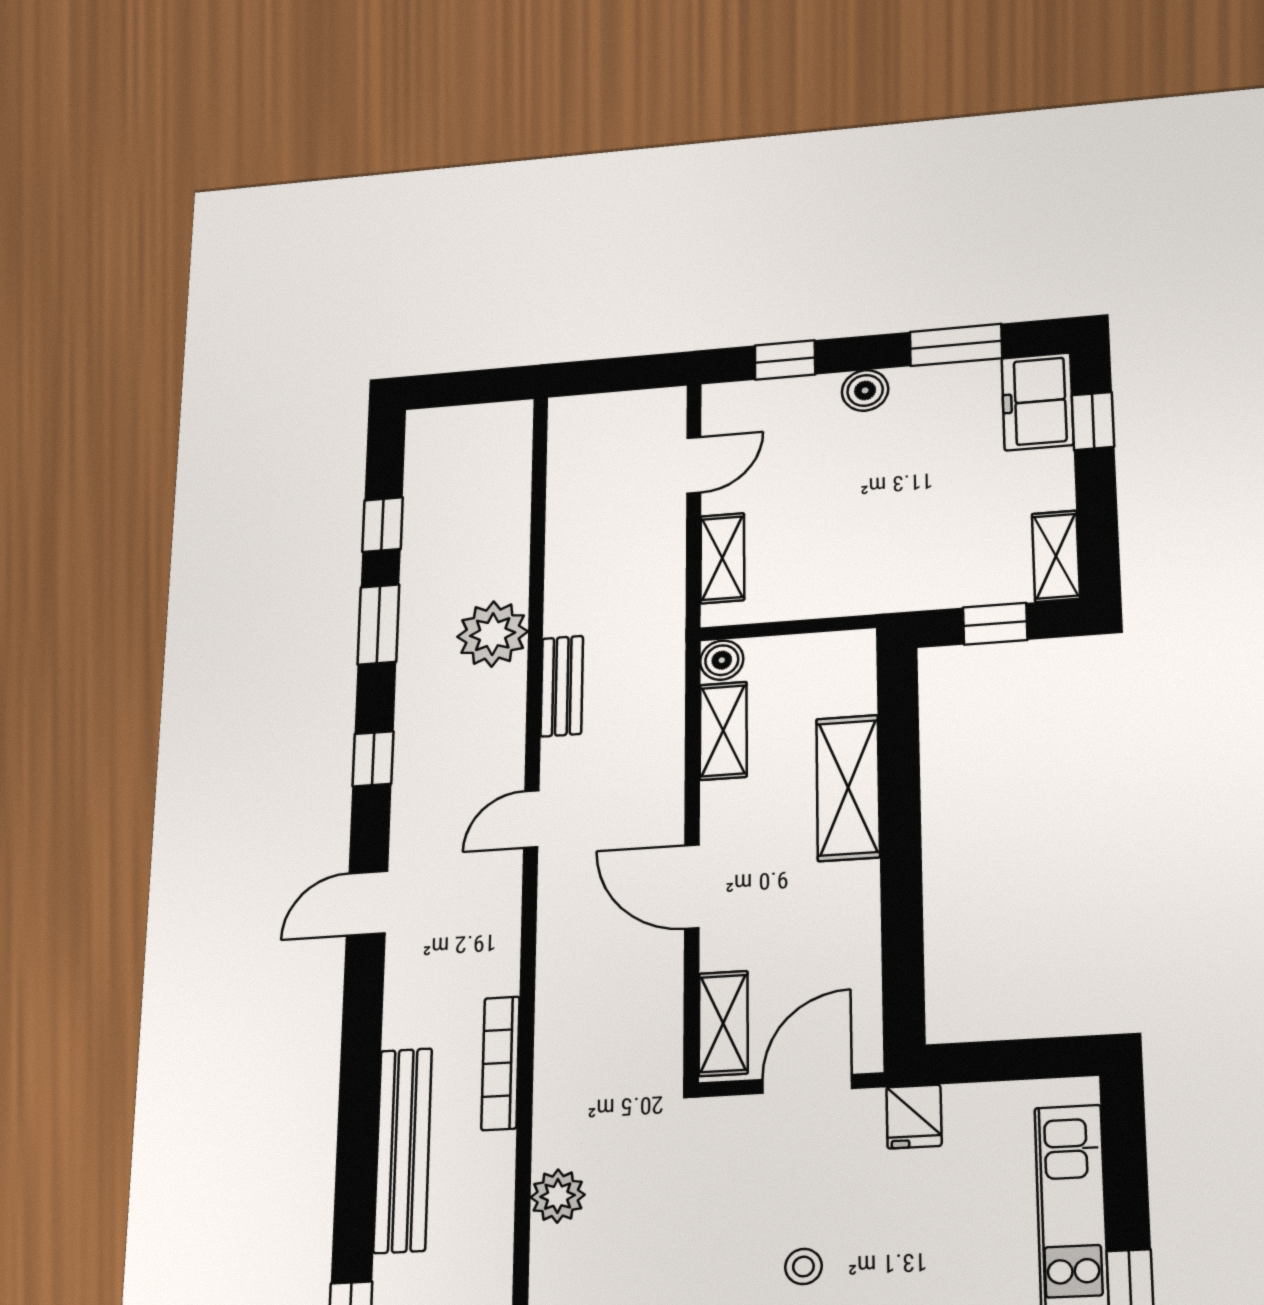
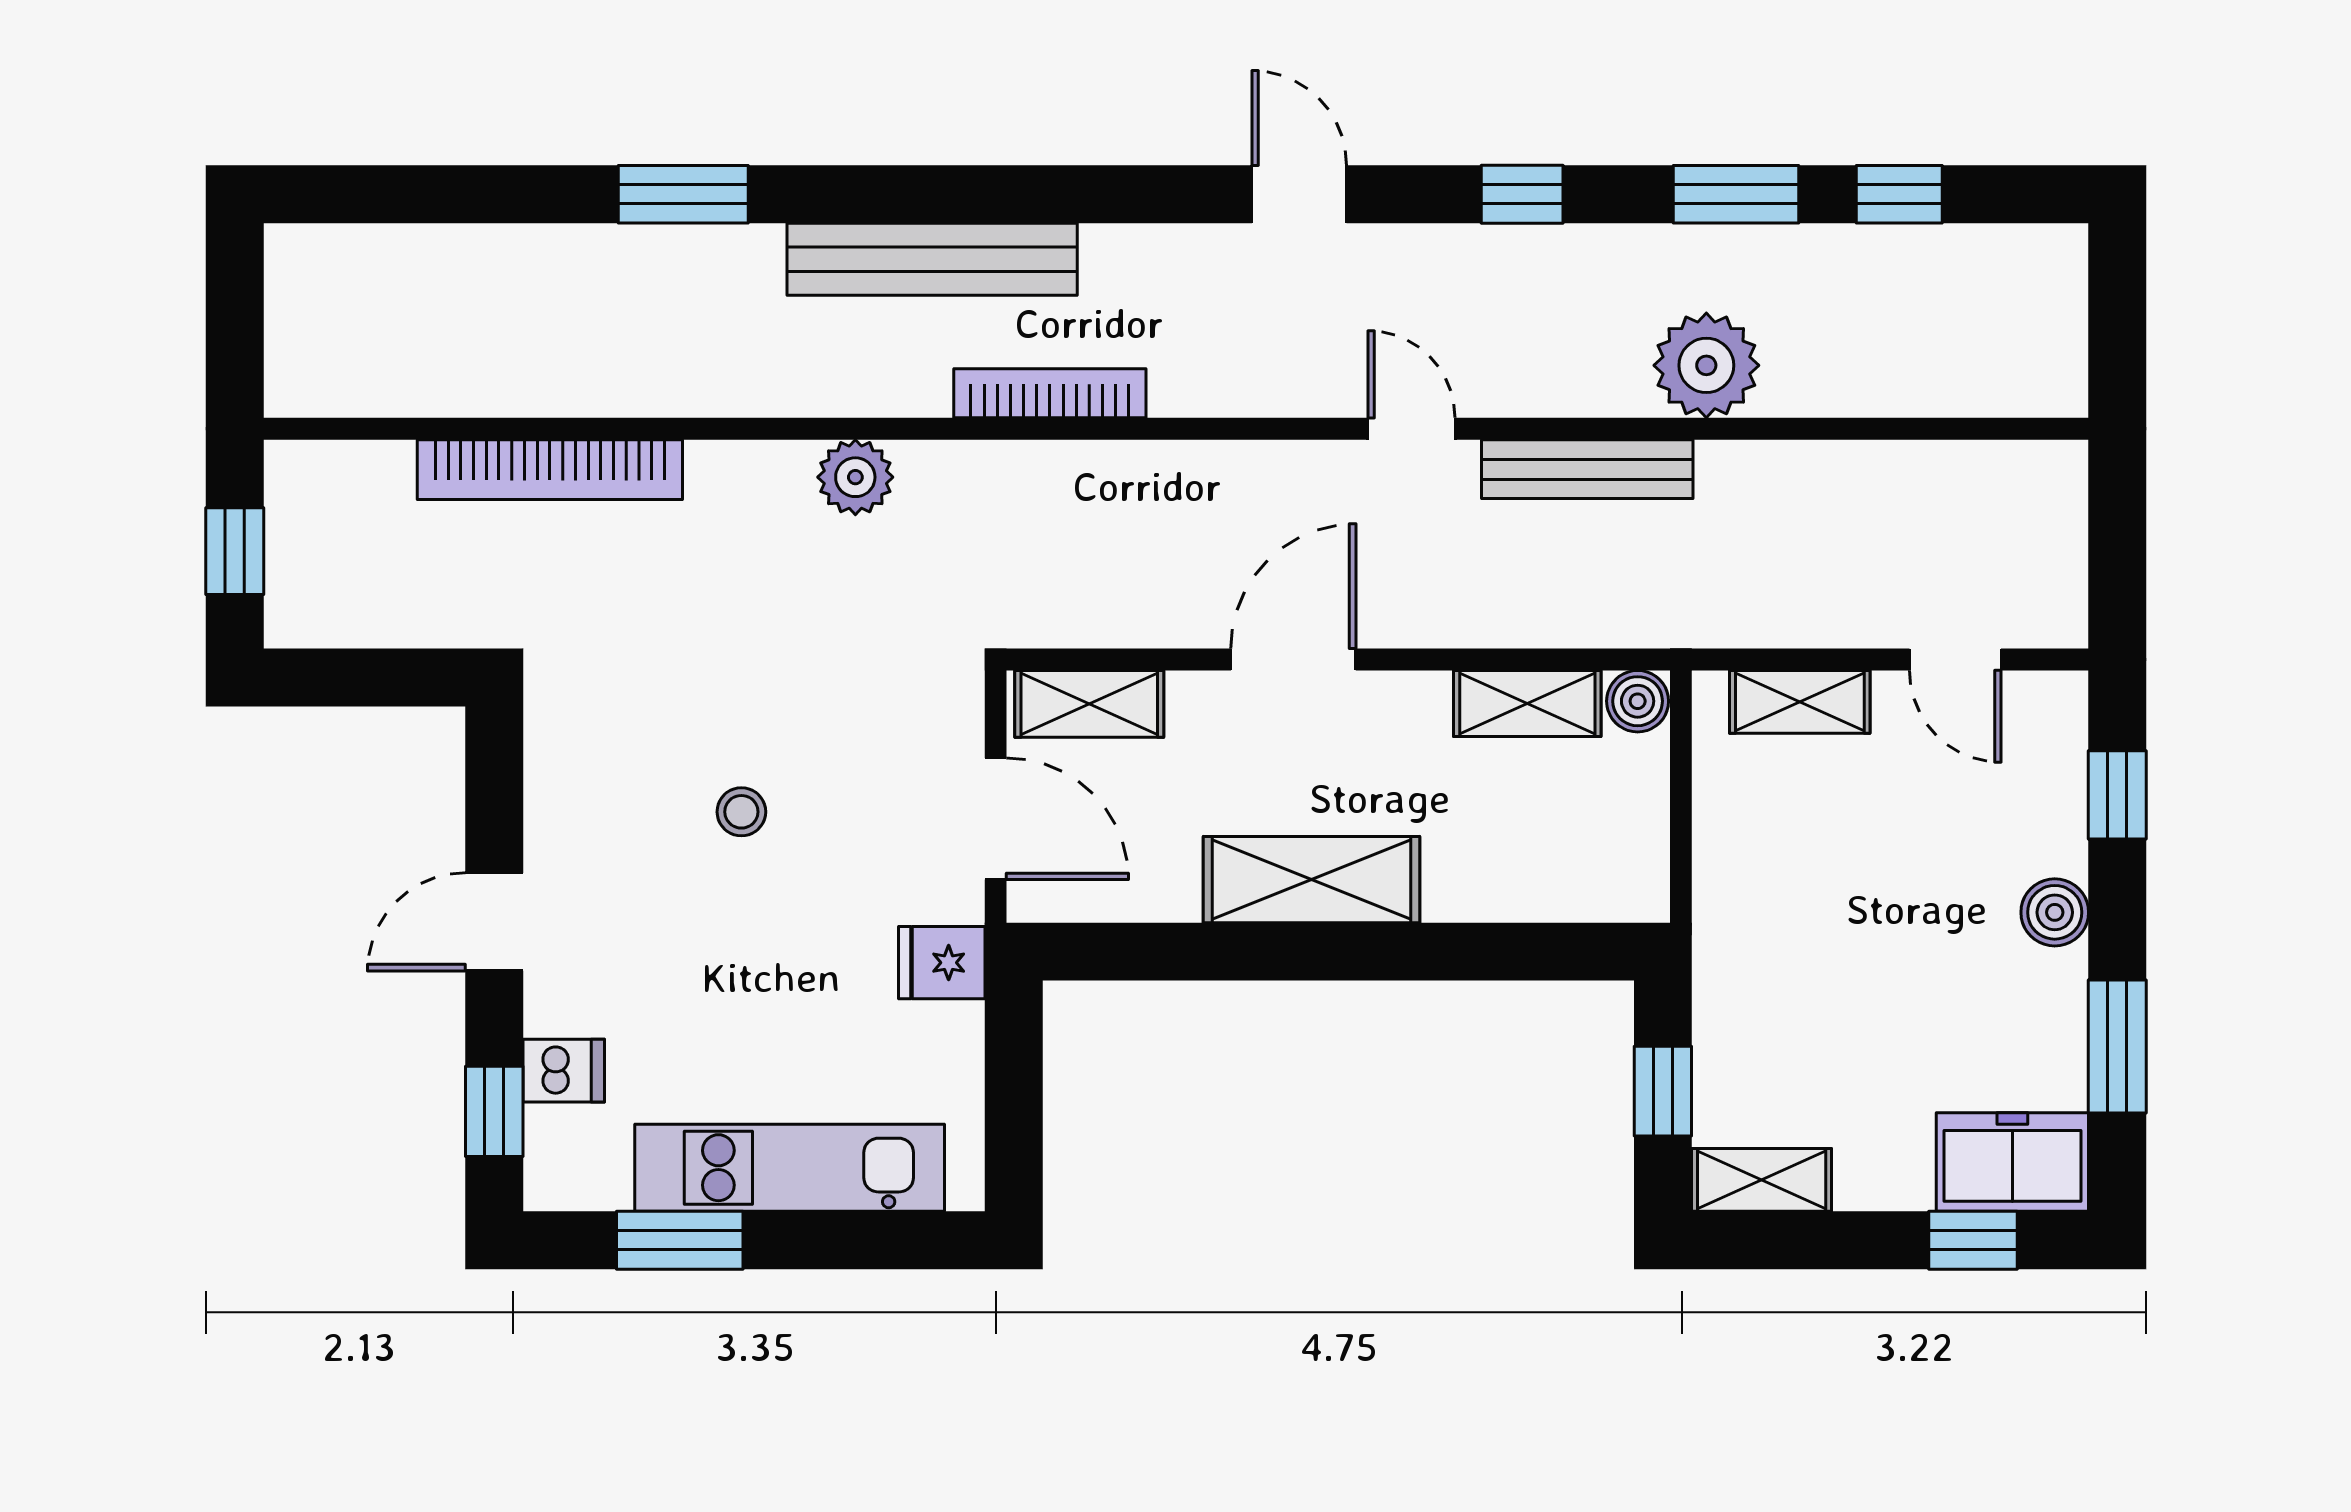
bench: (562, 686) -> (1587, 469), width x1.36
shelving: (848, 788) -> (1312, 880), moved

